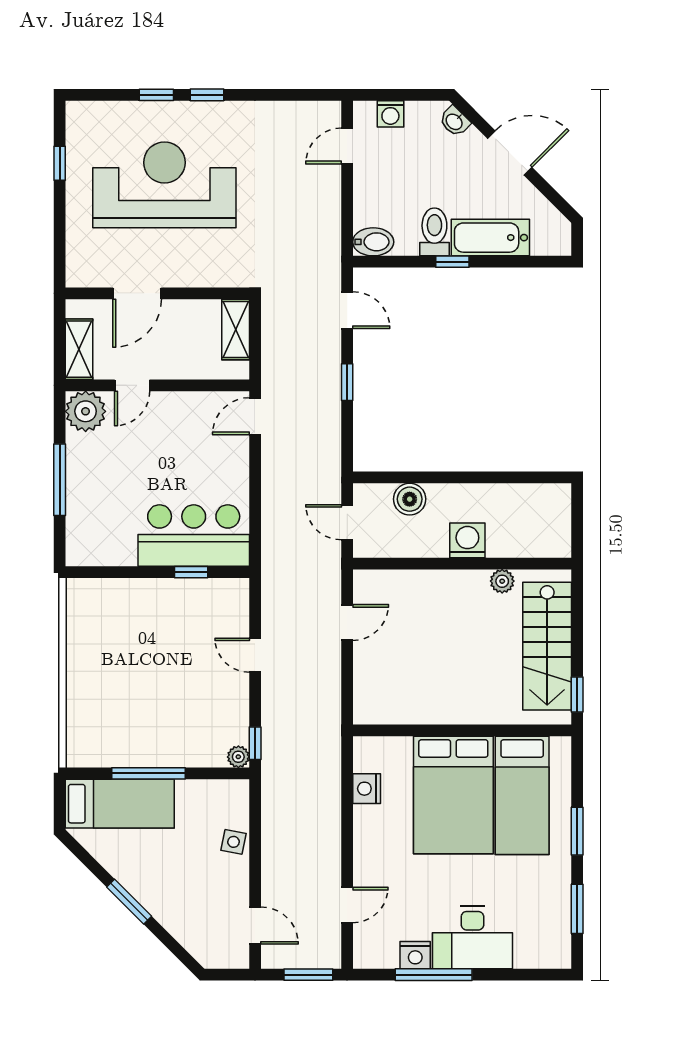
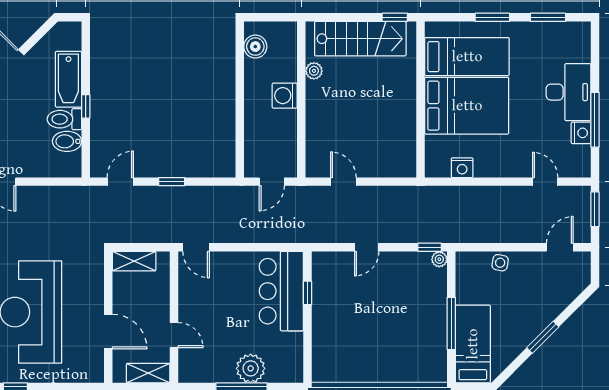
bidet: (373, 242) -> (67, 141), moved, turned -90
plant: (86, 411) -> (251, 368), moved
boiler: (410, 499) -> (255, 47), moved

